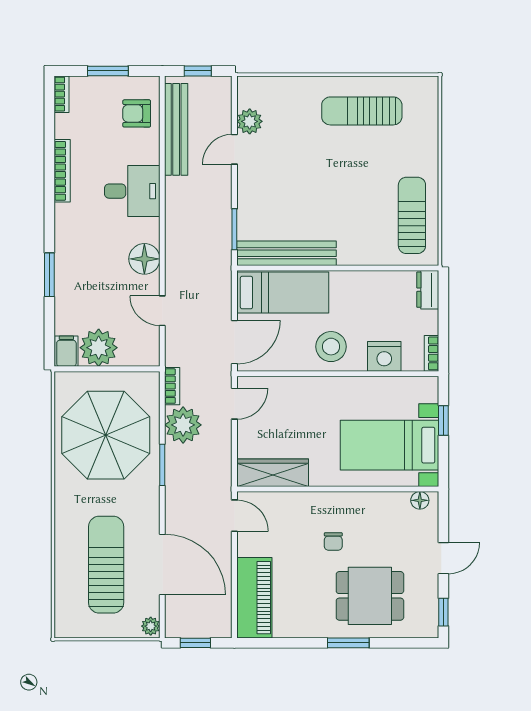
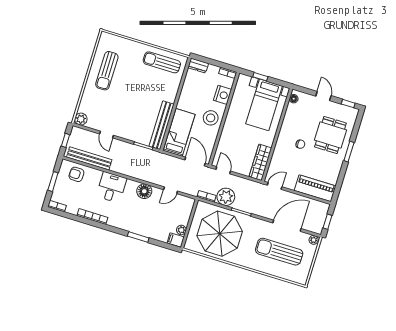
armchair: (137, 113) -> (76, 174), turned 92
plant: (250, 121) -> (81, 119), moved
plant: (99, 348) -> (181, 230), width x0.53, depth x0.53

